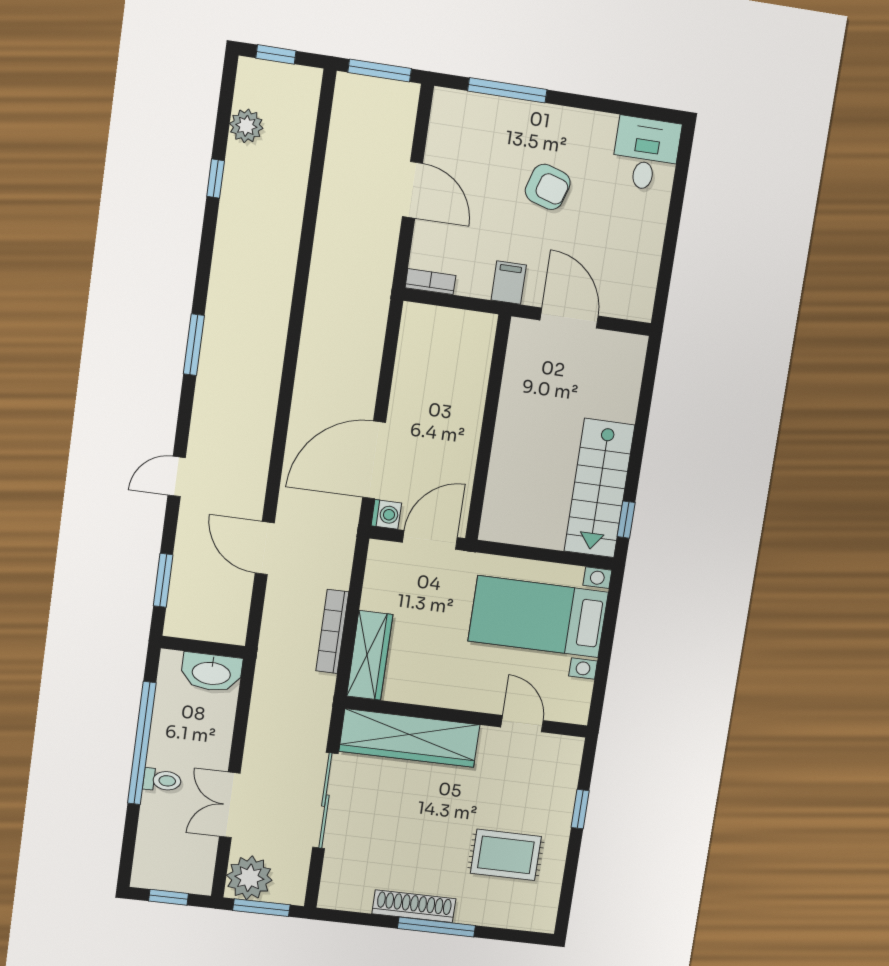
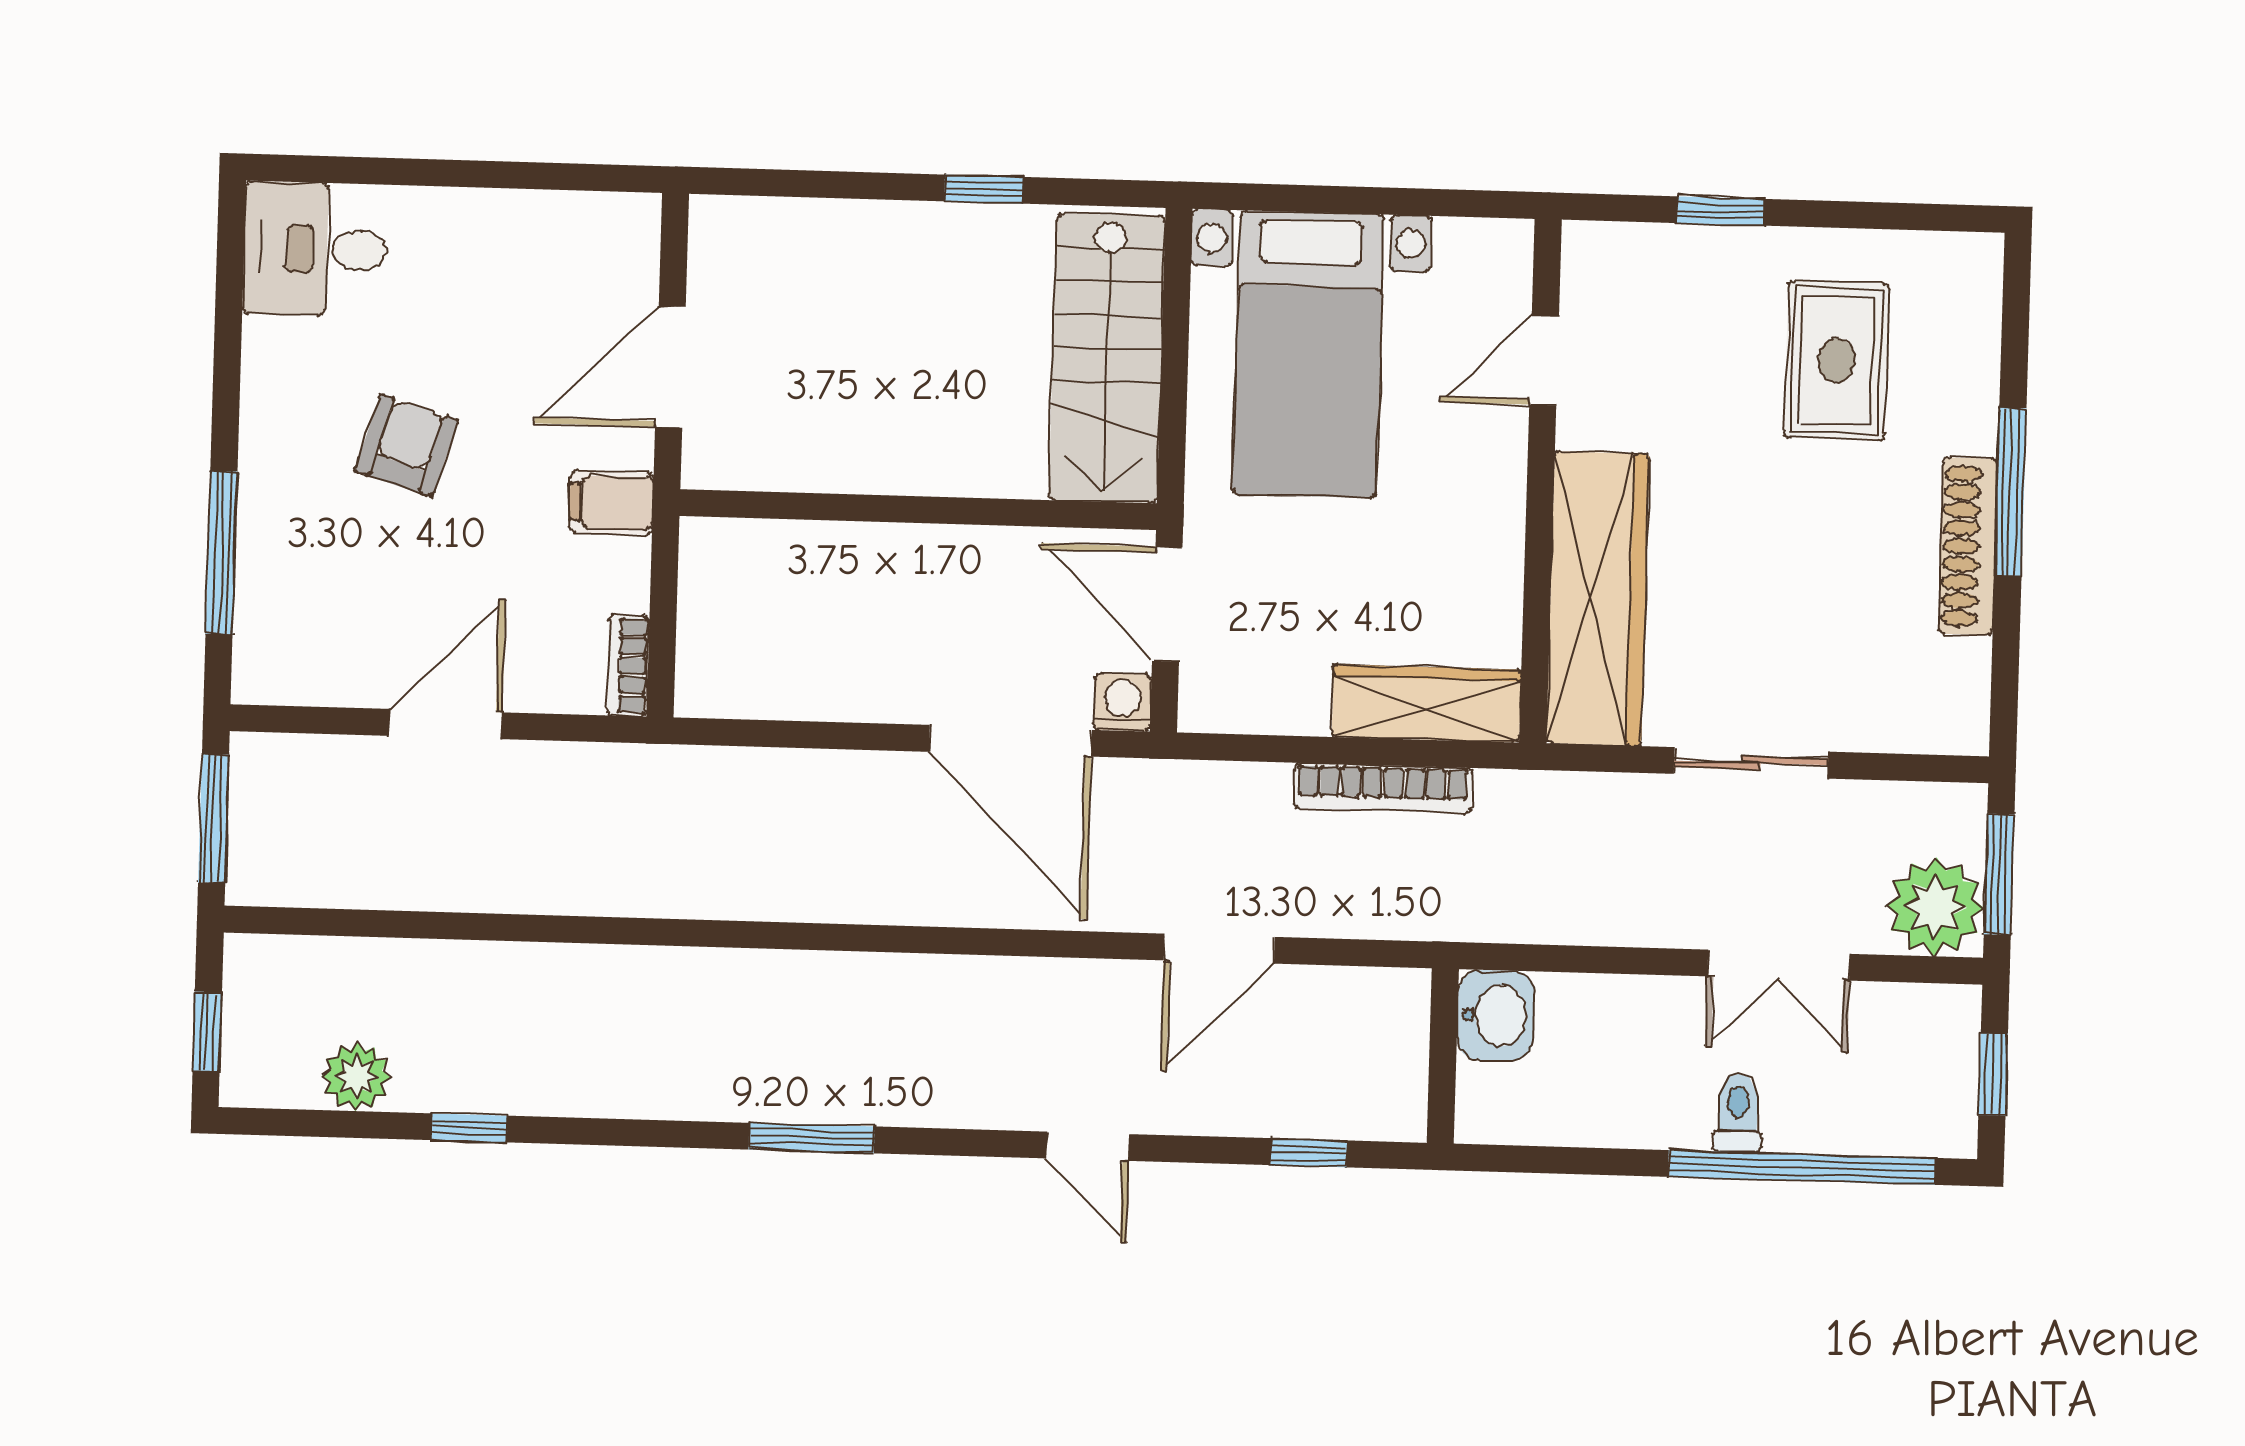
stairs: (599, 488) -> (1107, 358), moved, turned 90
window: (626, 520) -> (984, 189), moved
window: (163, 580) -> (1309, 1153), width x0.67
washbasin: (211, 672) -> (1496, 1015), width x0.72
window: (142, 743) -> (1802, 1167), moved
sliding door: (325, 801) -> (1751, 763), width x0.73

